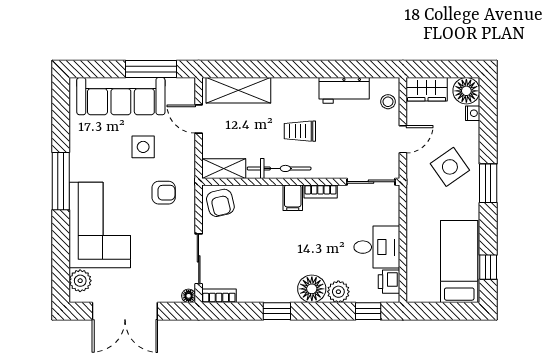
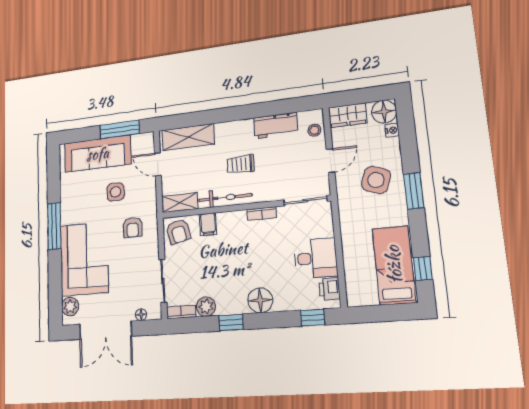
side table: (450, 167) -> (376, 180), turned -36
armchair: (164, 193) -> (133, 228), turned 90
filing cabinet: (293, 198) -> (208, 224), moved
plant: (338, 292) -> (206, 307), moved
floor lamp: (189, 296) -> (141, 315), moved

